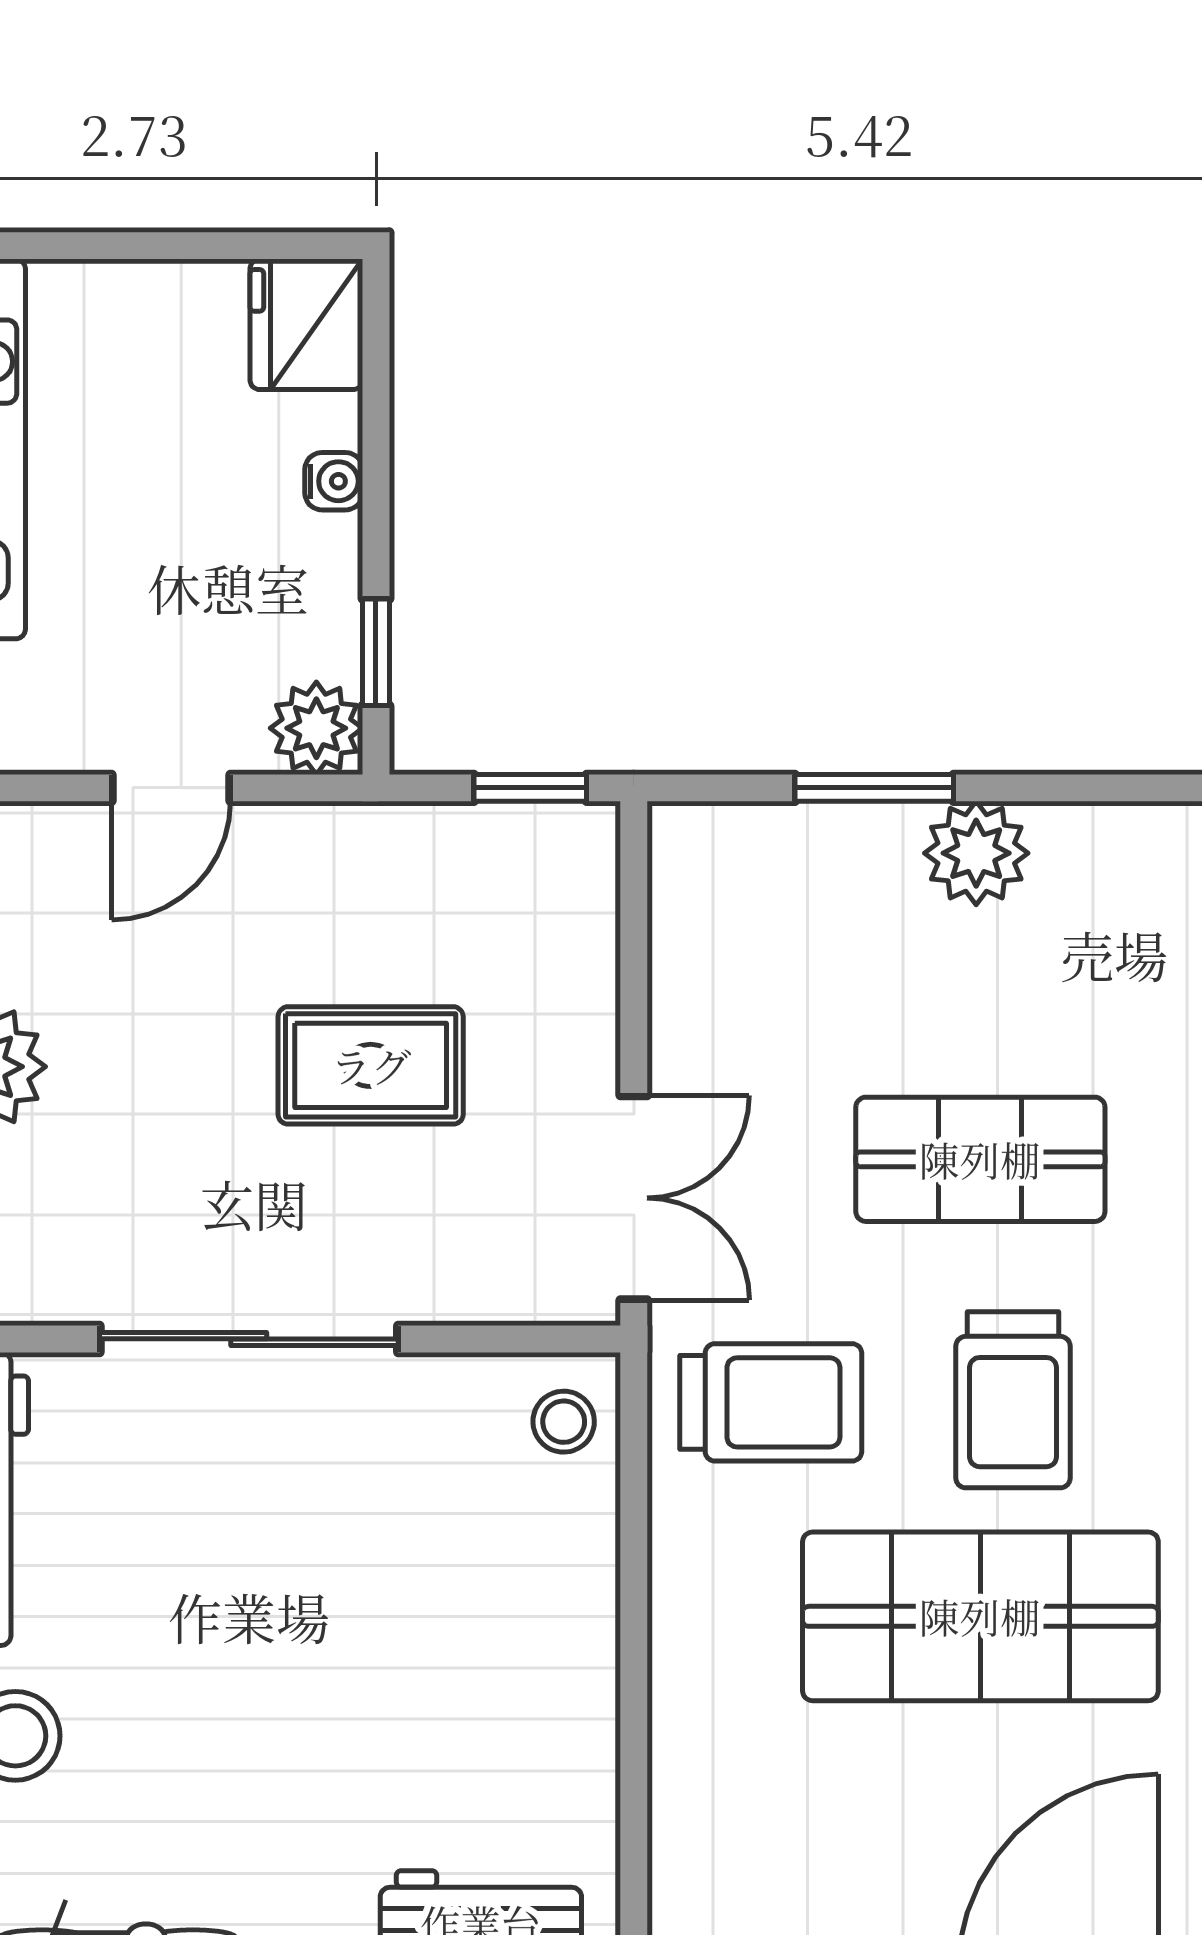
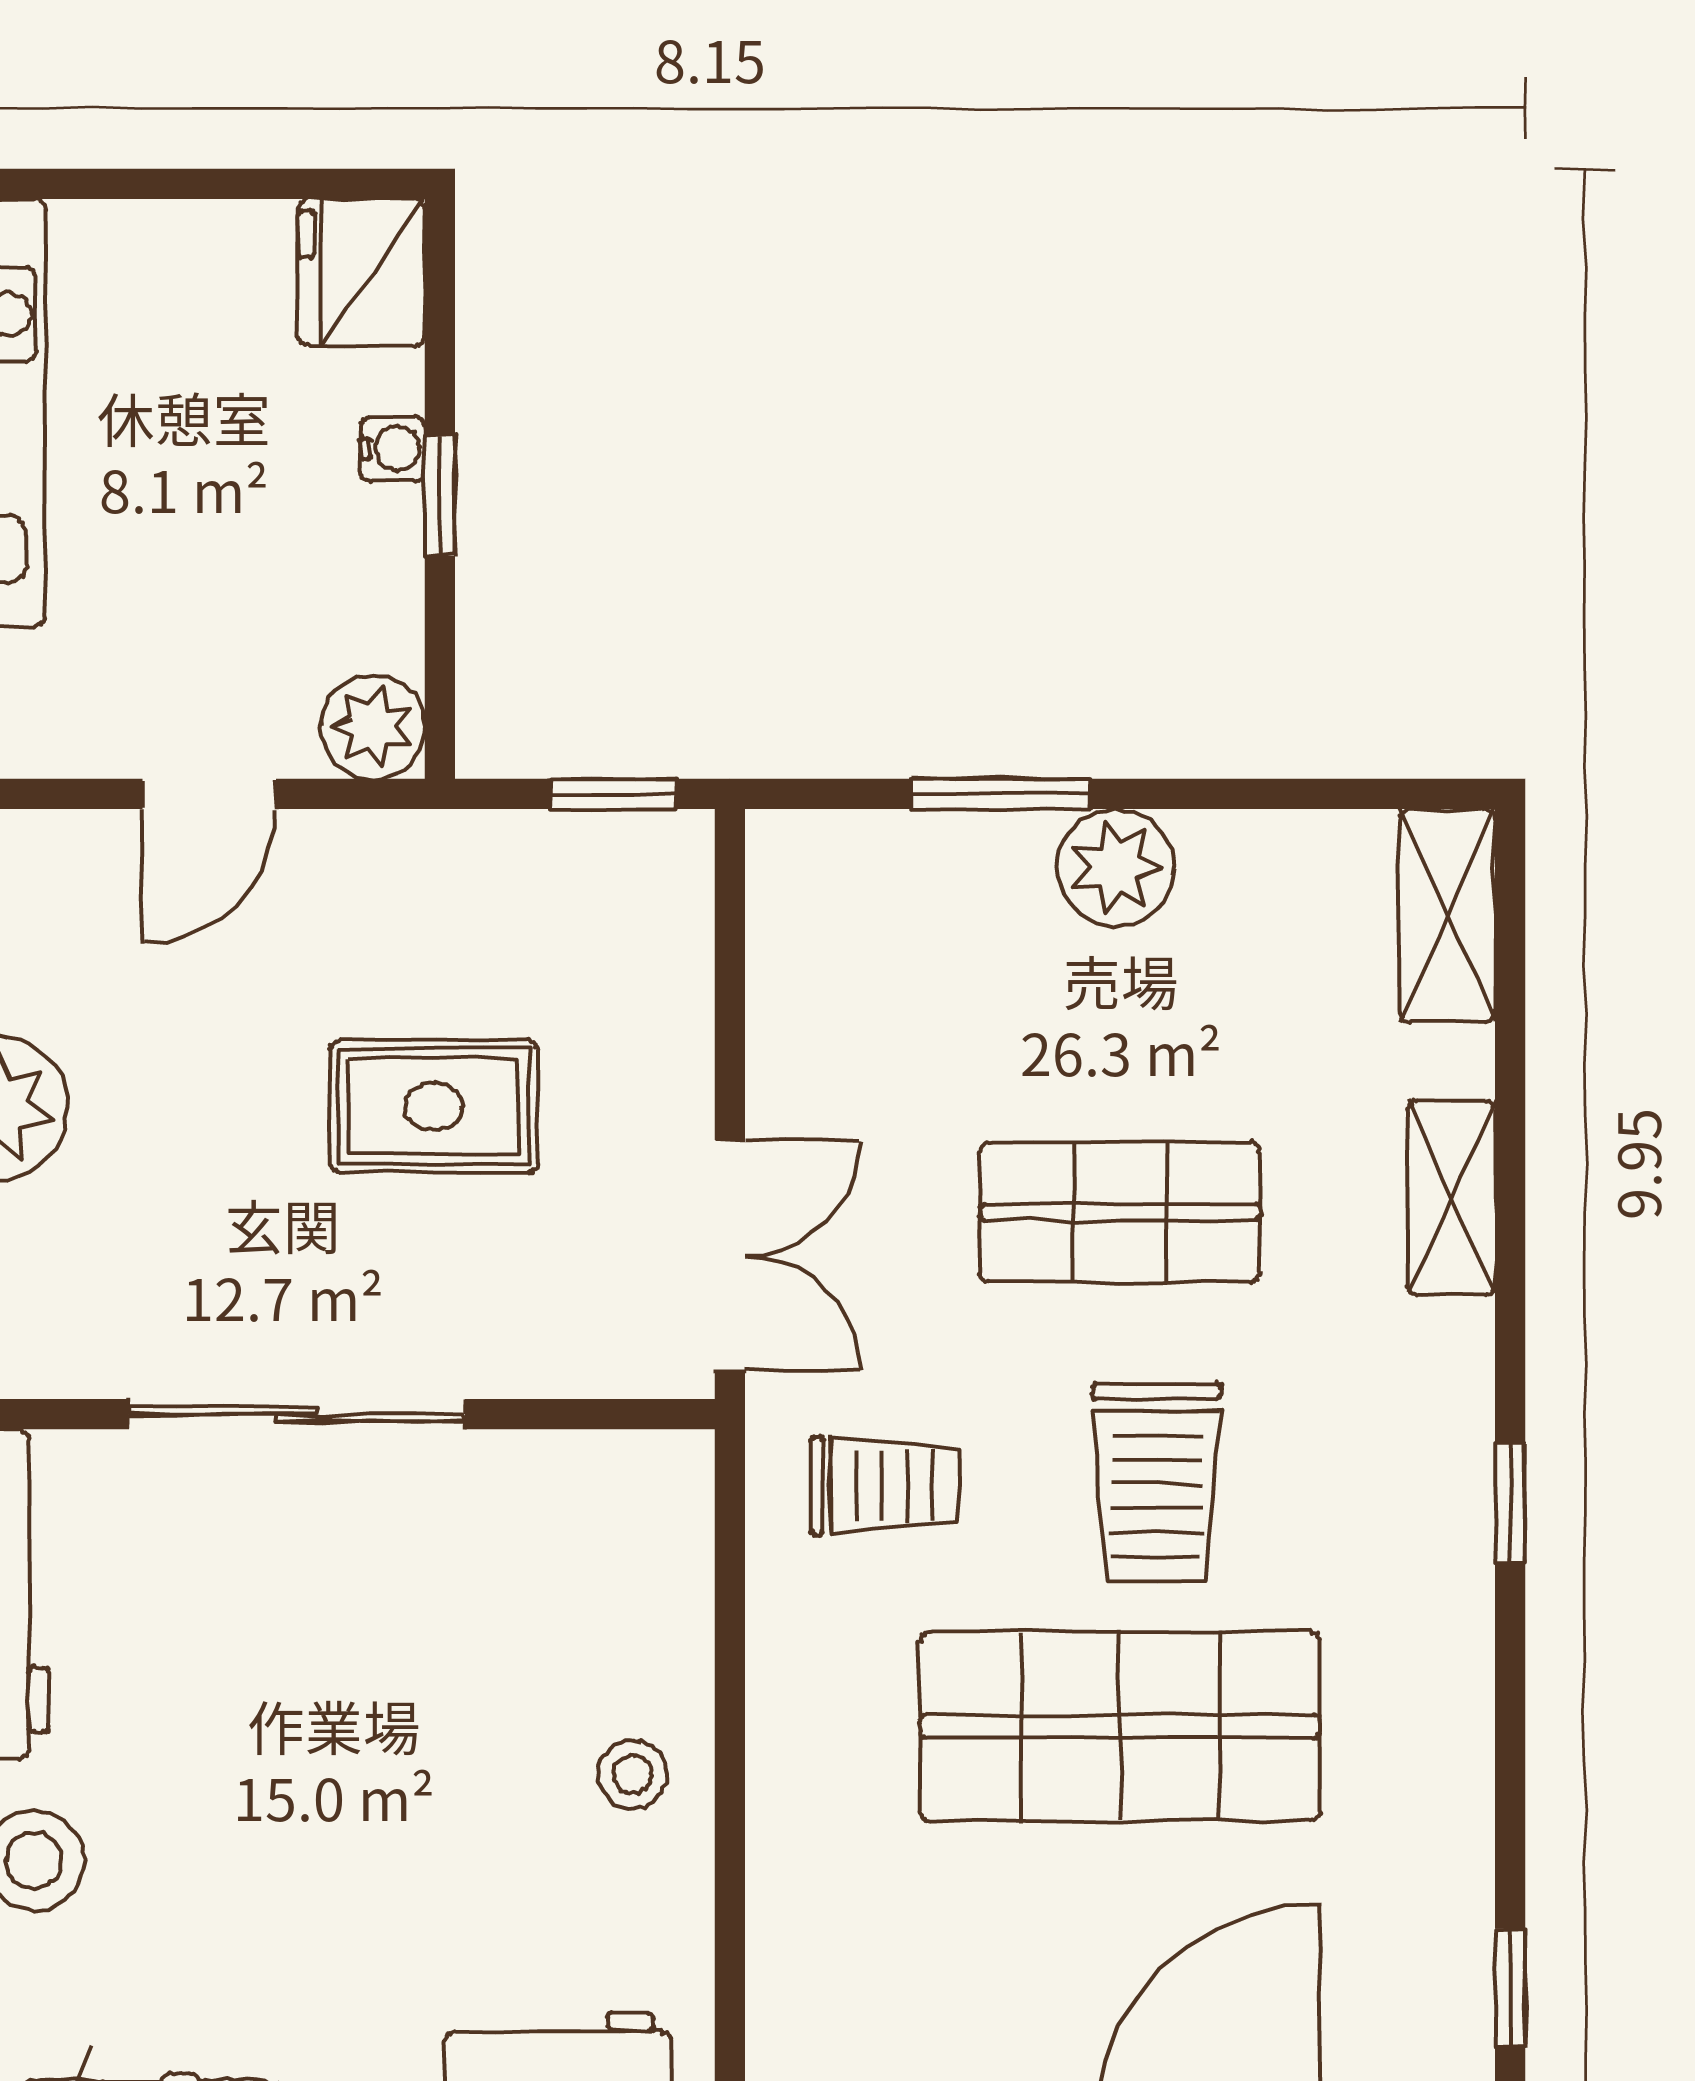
window: (376, 652) -> (440, 496), moved
trolley: (771, 1402) -> (884, 1485), width x0.73, depth x0.72
stool: (564, 1422) -> (632, 1775), moved

